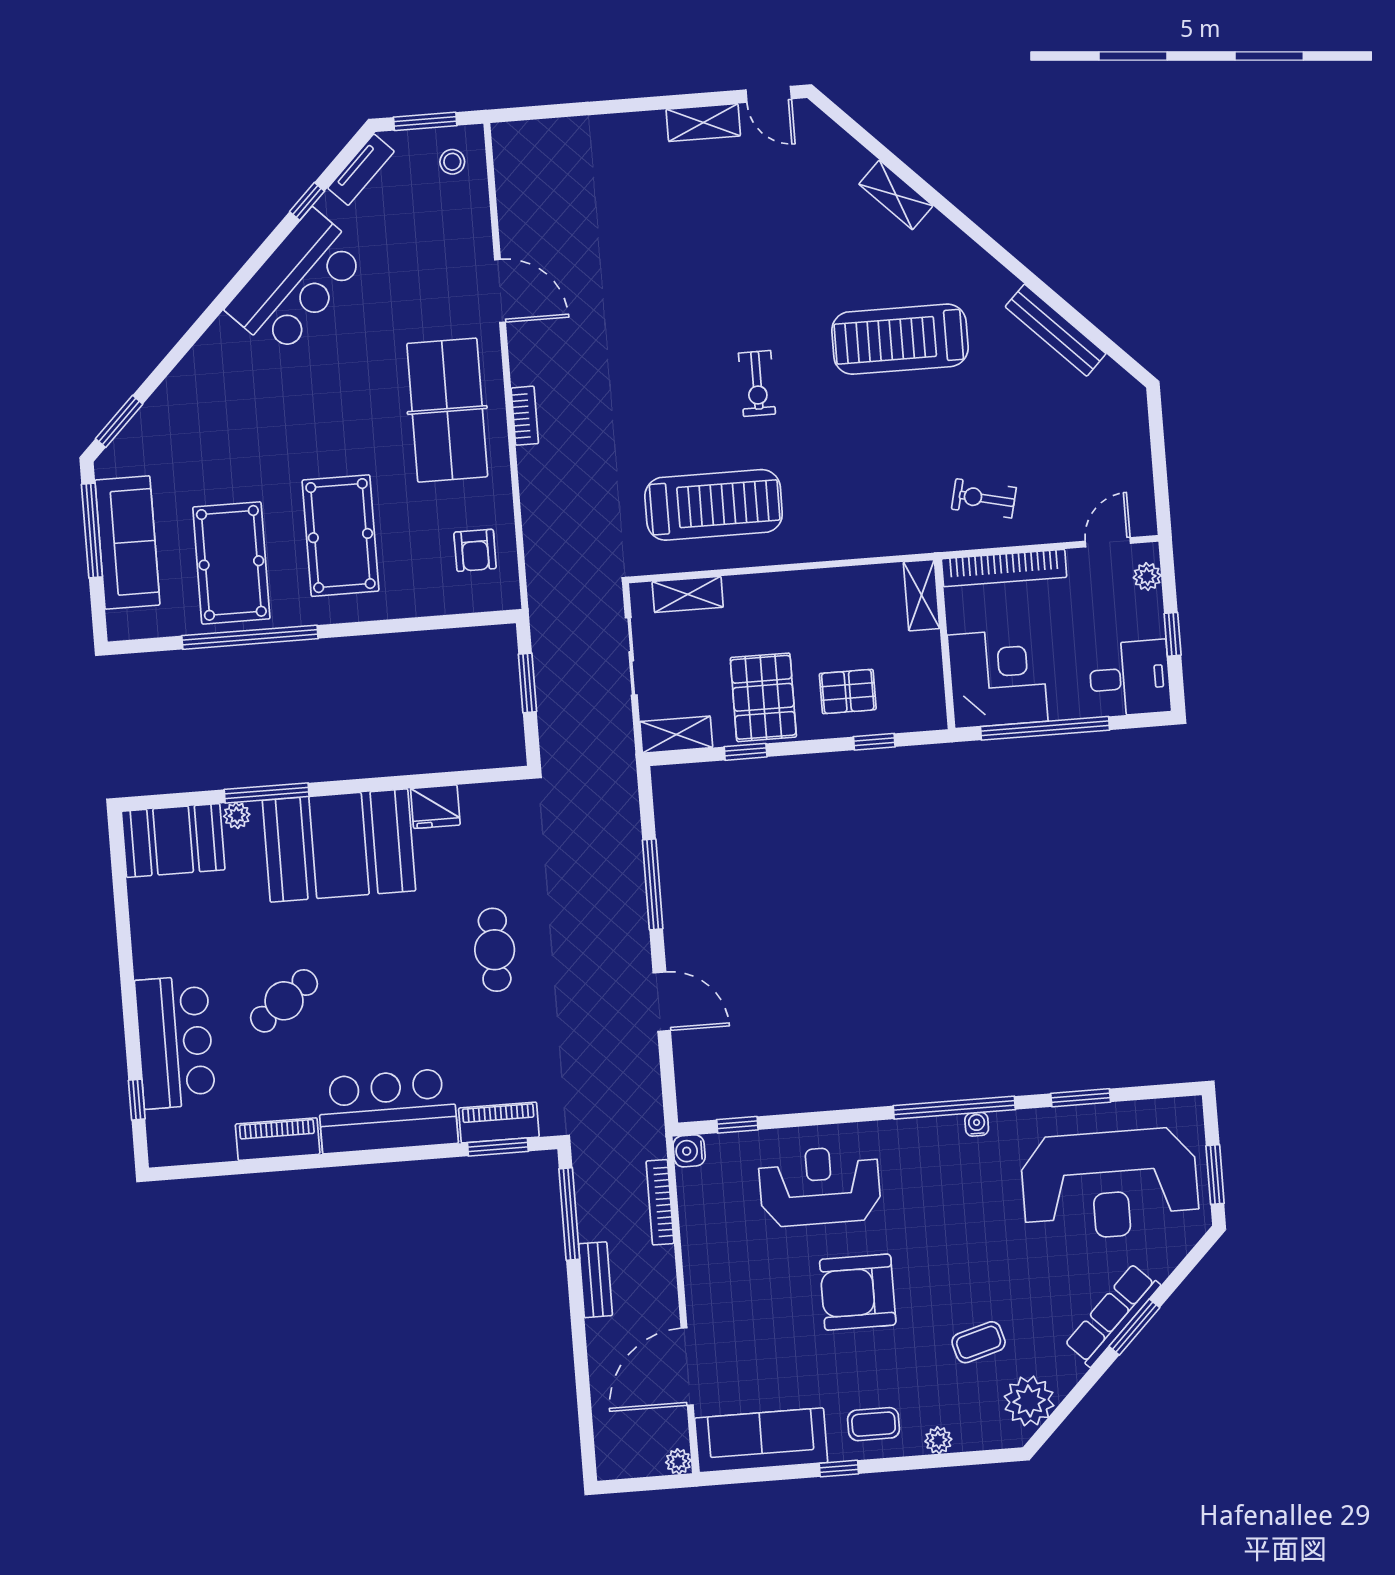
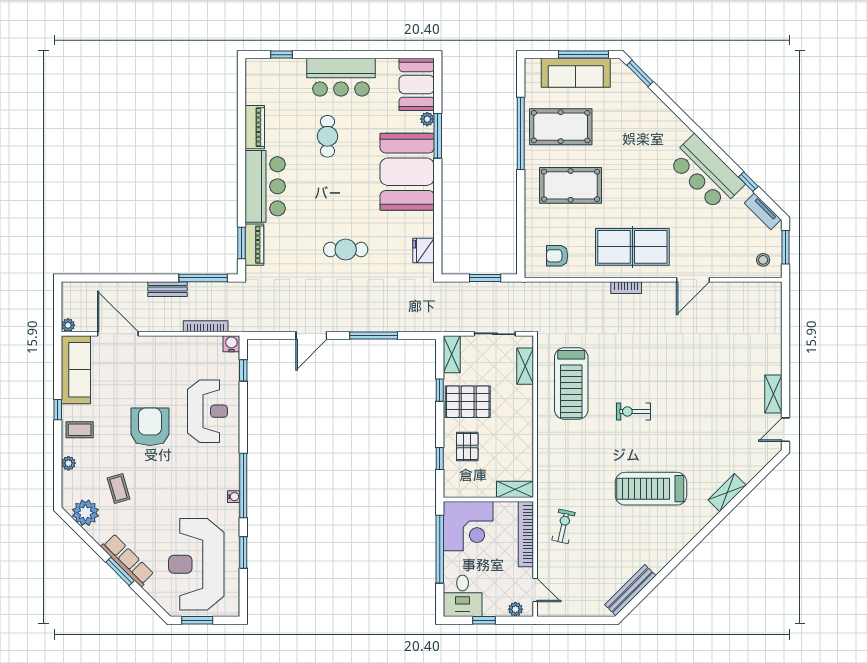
bench: (1056, 330) -> (630, 590), moved
treadmill: (900, 339) -> (651, 489), turned -90
fridge: (435, 807) -> (424, 251), moved
cafe table: (284, 1001) -> (327, 136), turned 37
bar counter: (175, 1042) -> (341, 77), moved
coffee table: (874, 1424) -> (80, 430), turned 90

